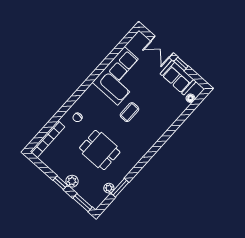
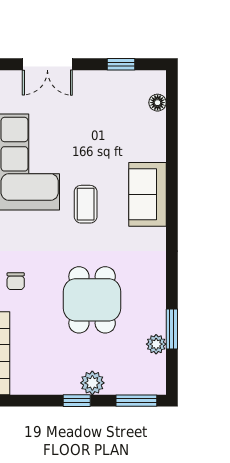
window: (181, 64) -> (121, 64), moved
sofa: (178, 78) -> (148, 194), moved, turned 90
dining table: (100, 150) -> (92, 300), turned 90

